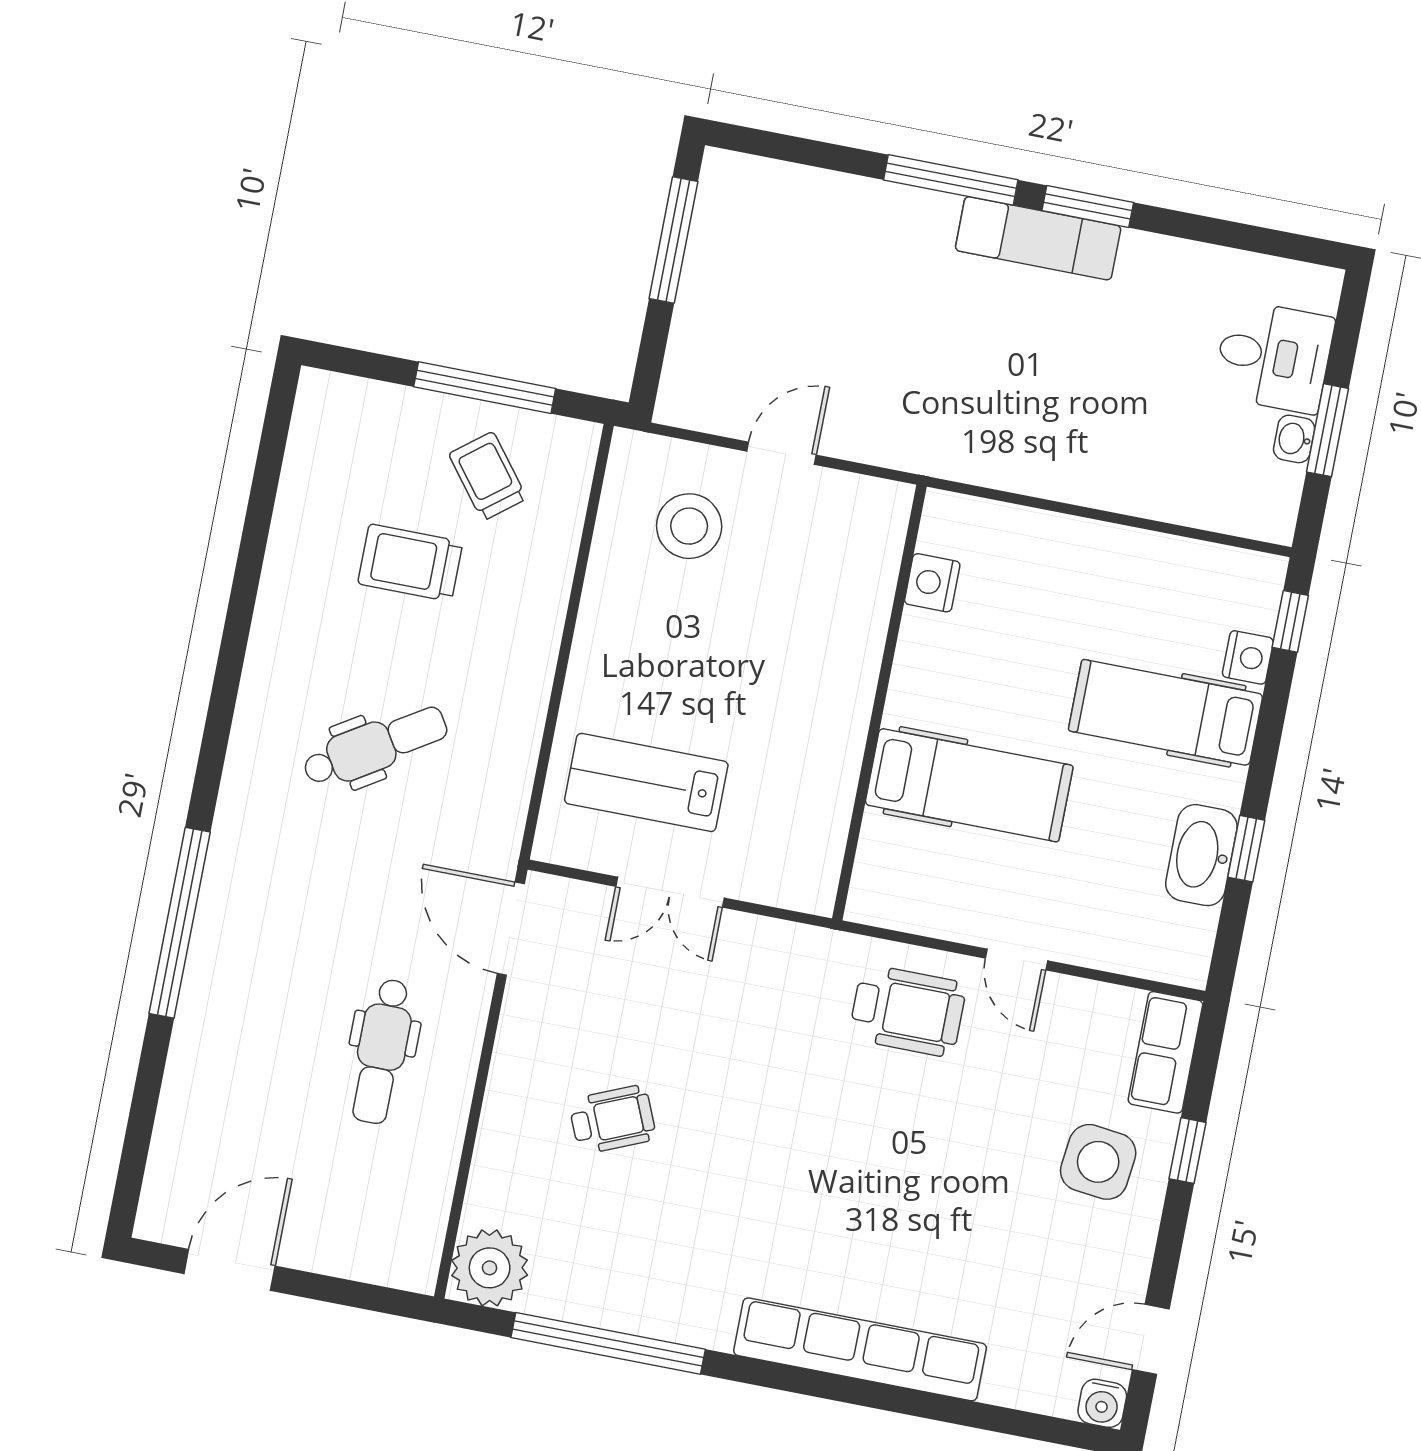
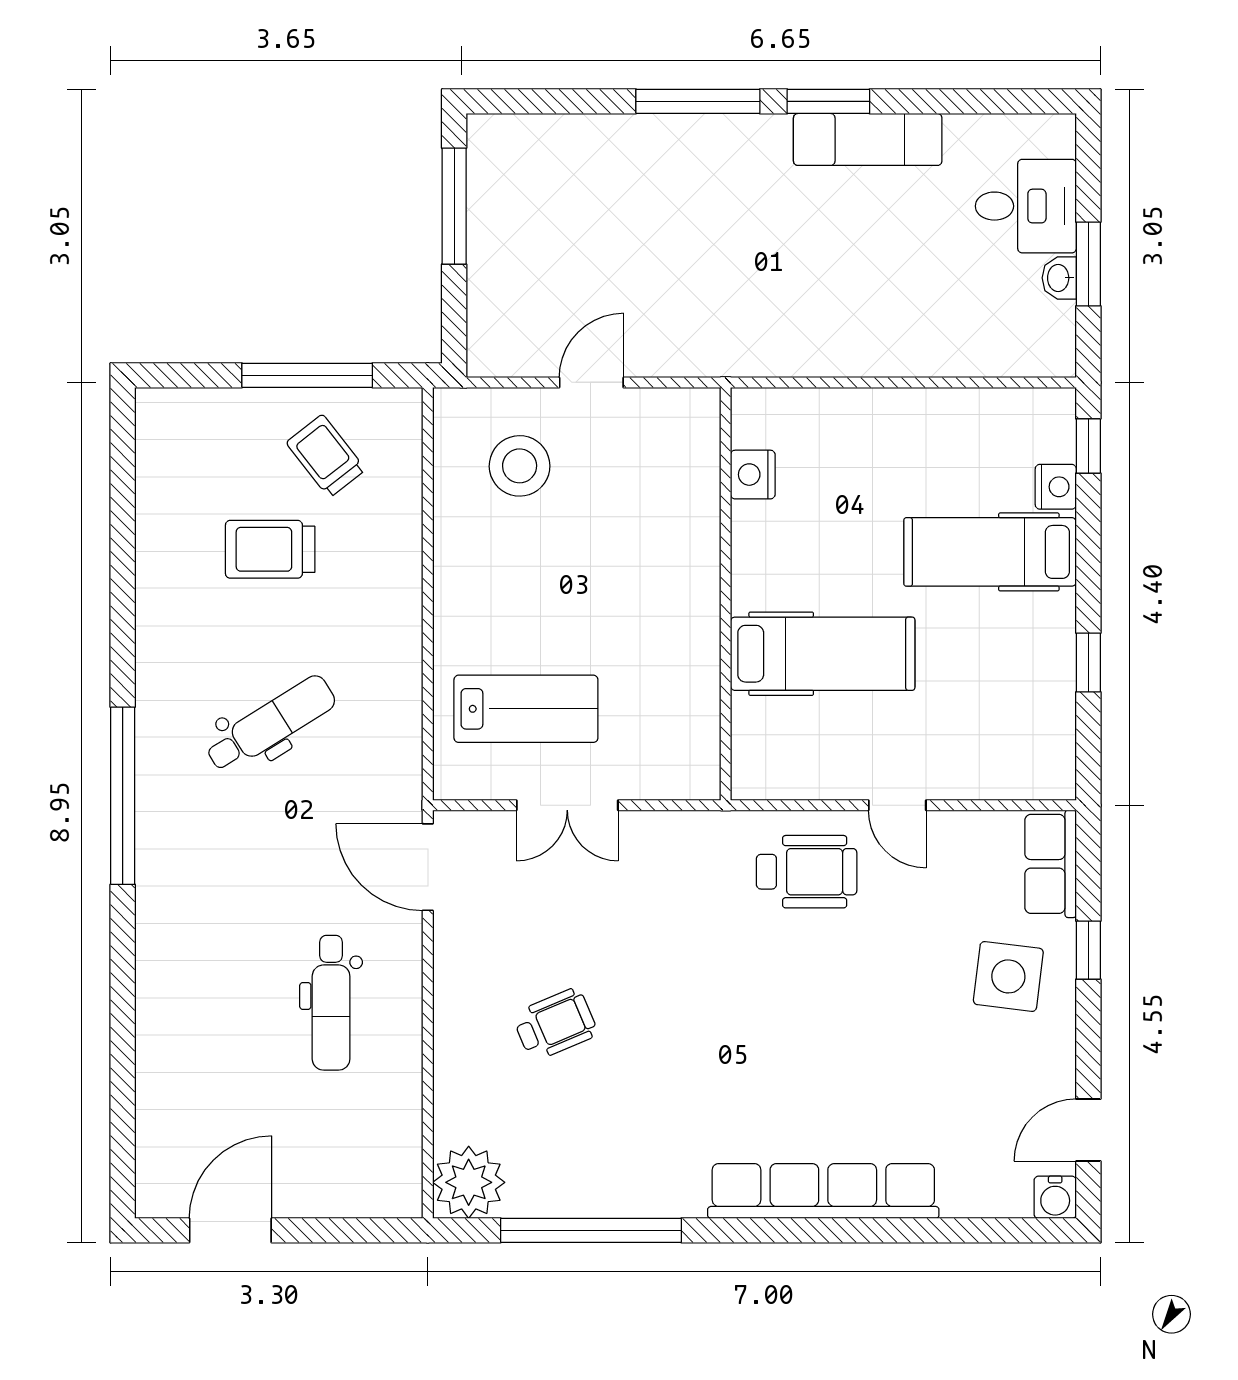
exam couch: (1038, 238) -> (868, 139), moved
lab bench: (646, 782) -> (526, 709), turned 180
washbasin: (1201, 855) -> (1048, 676), removed
window: (180, 923) -> (123, 796), moved

